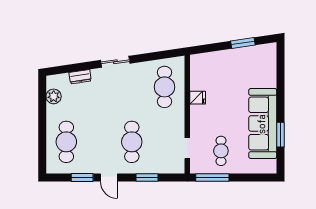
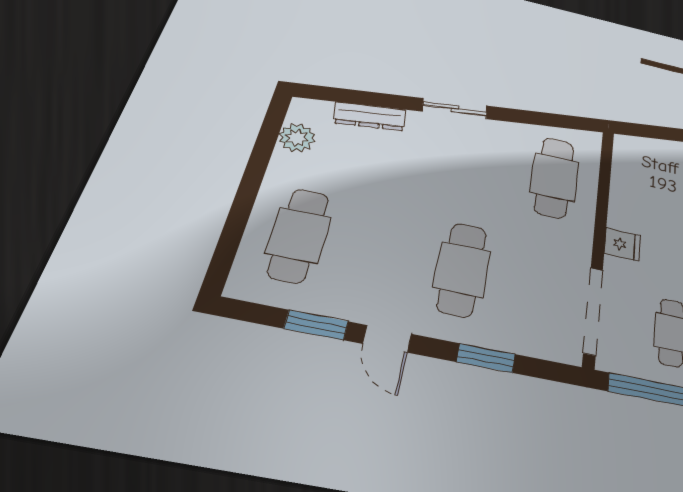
dresser: (80, 77) -> (370, 116), width x1.44
fridge: (198, 98) -> (622, 244), moved
doorway: (187, 148) -> (593, 311), width x1.88

